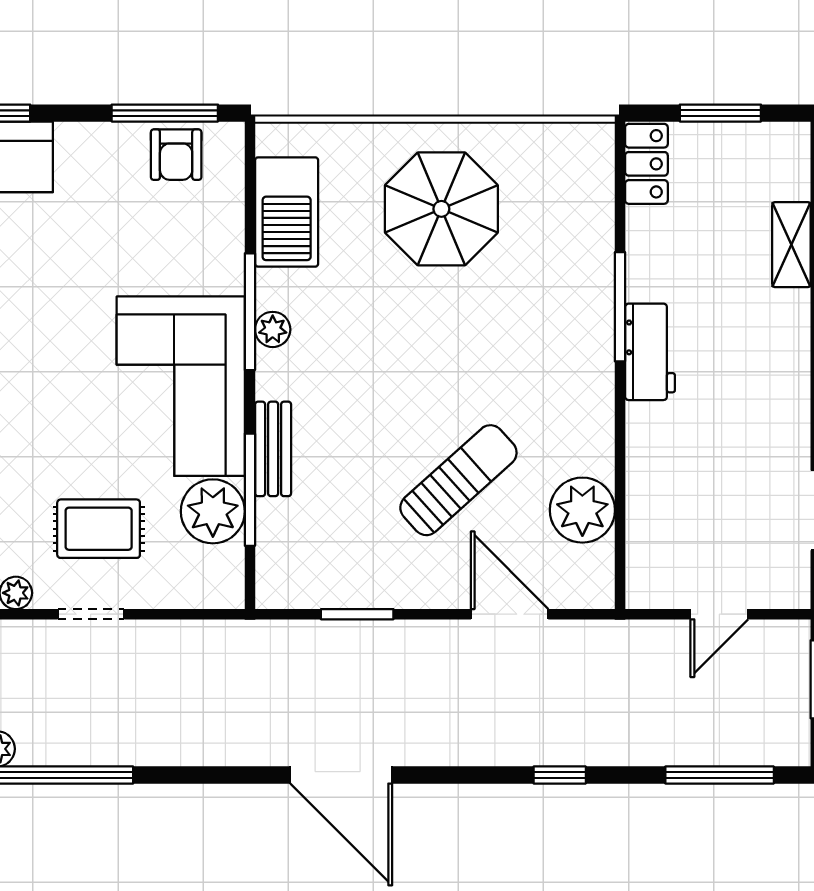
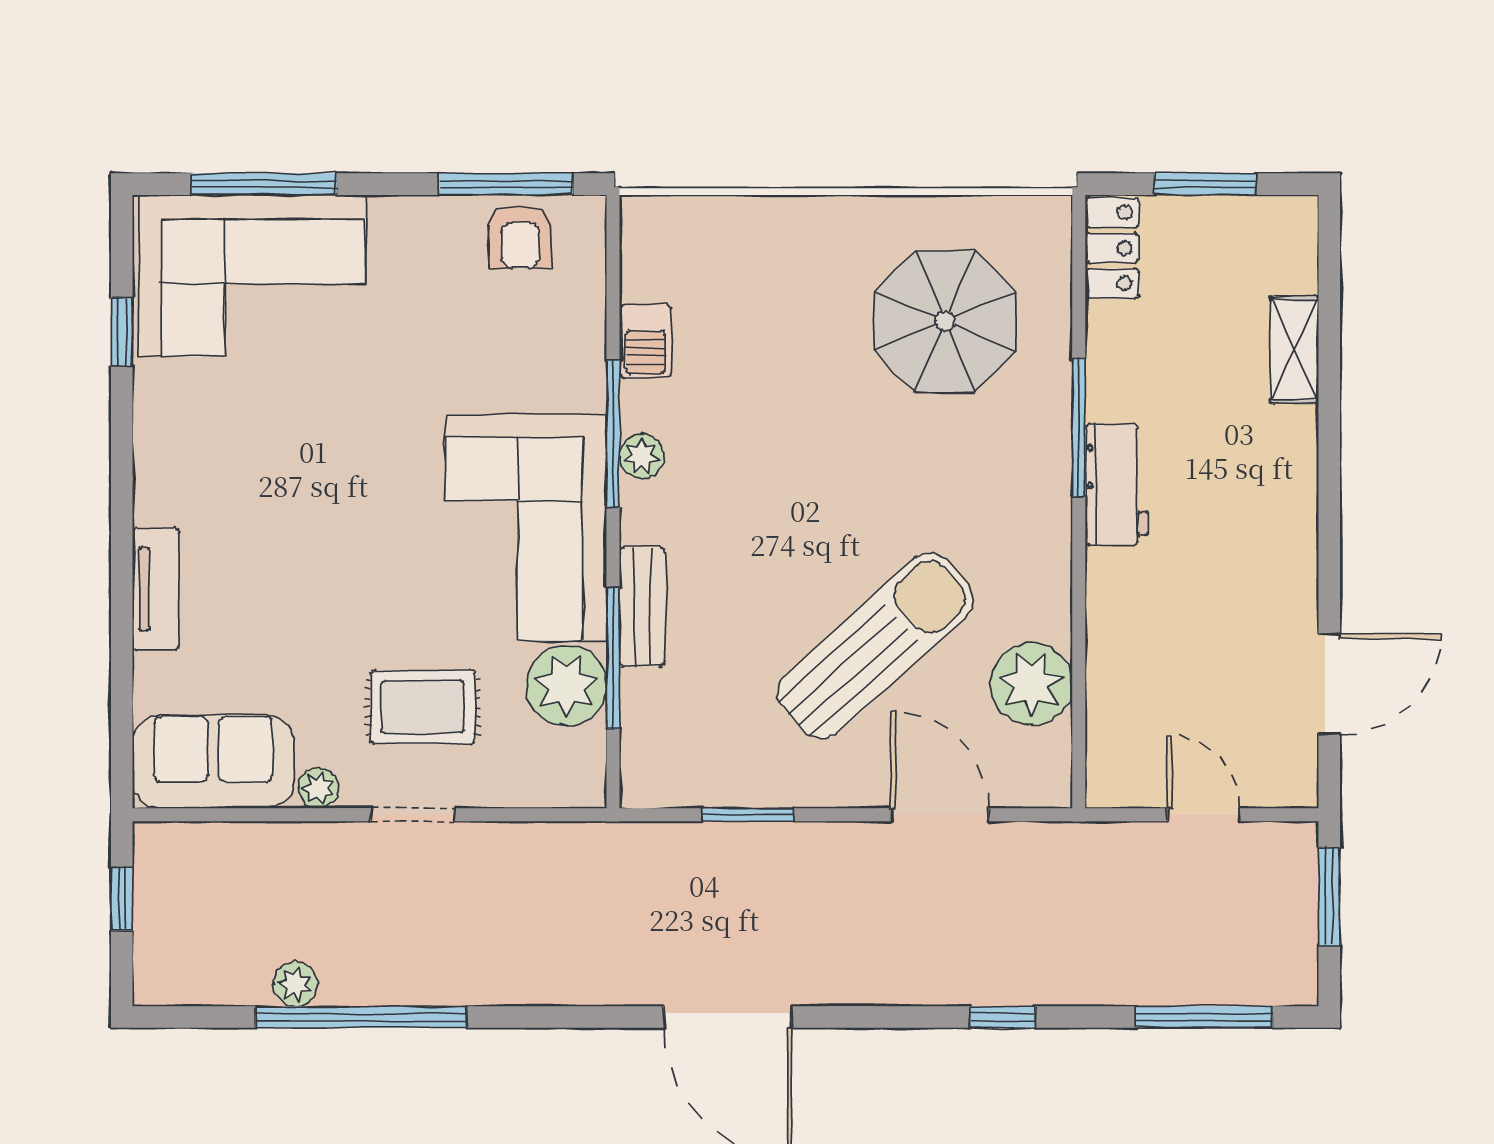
parasol: (441, 209) -> (945, 321), moved
barbecue: (287, 212) -> (645, 341), width x0.53, depth x0.65
sun lounger: (458, 480) -> (875, 646), width x1.36, depth x1.34
door: (719, 614) -> (1204, 815), swing flipped

